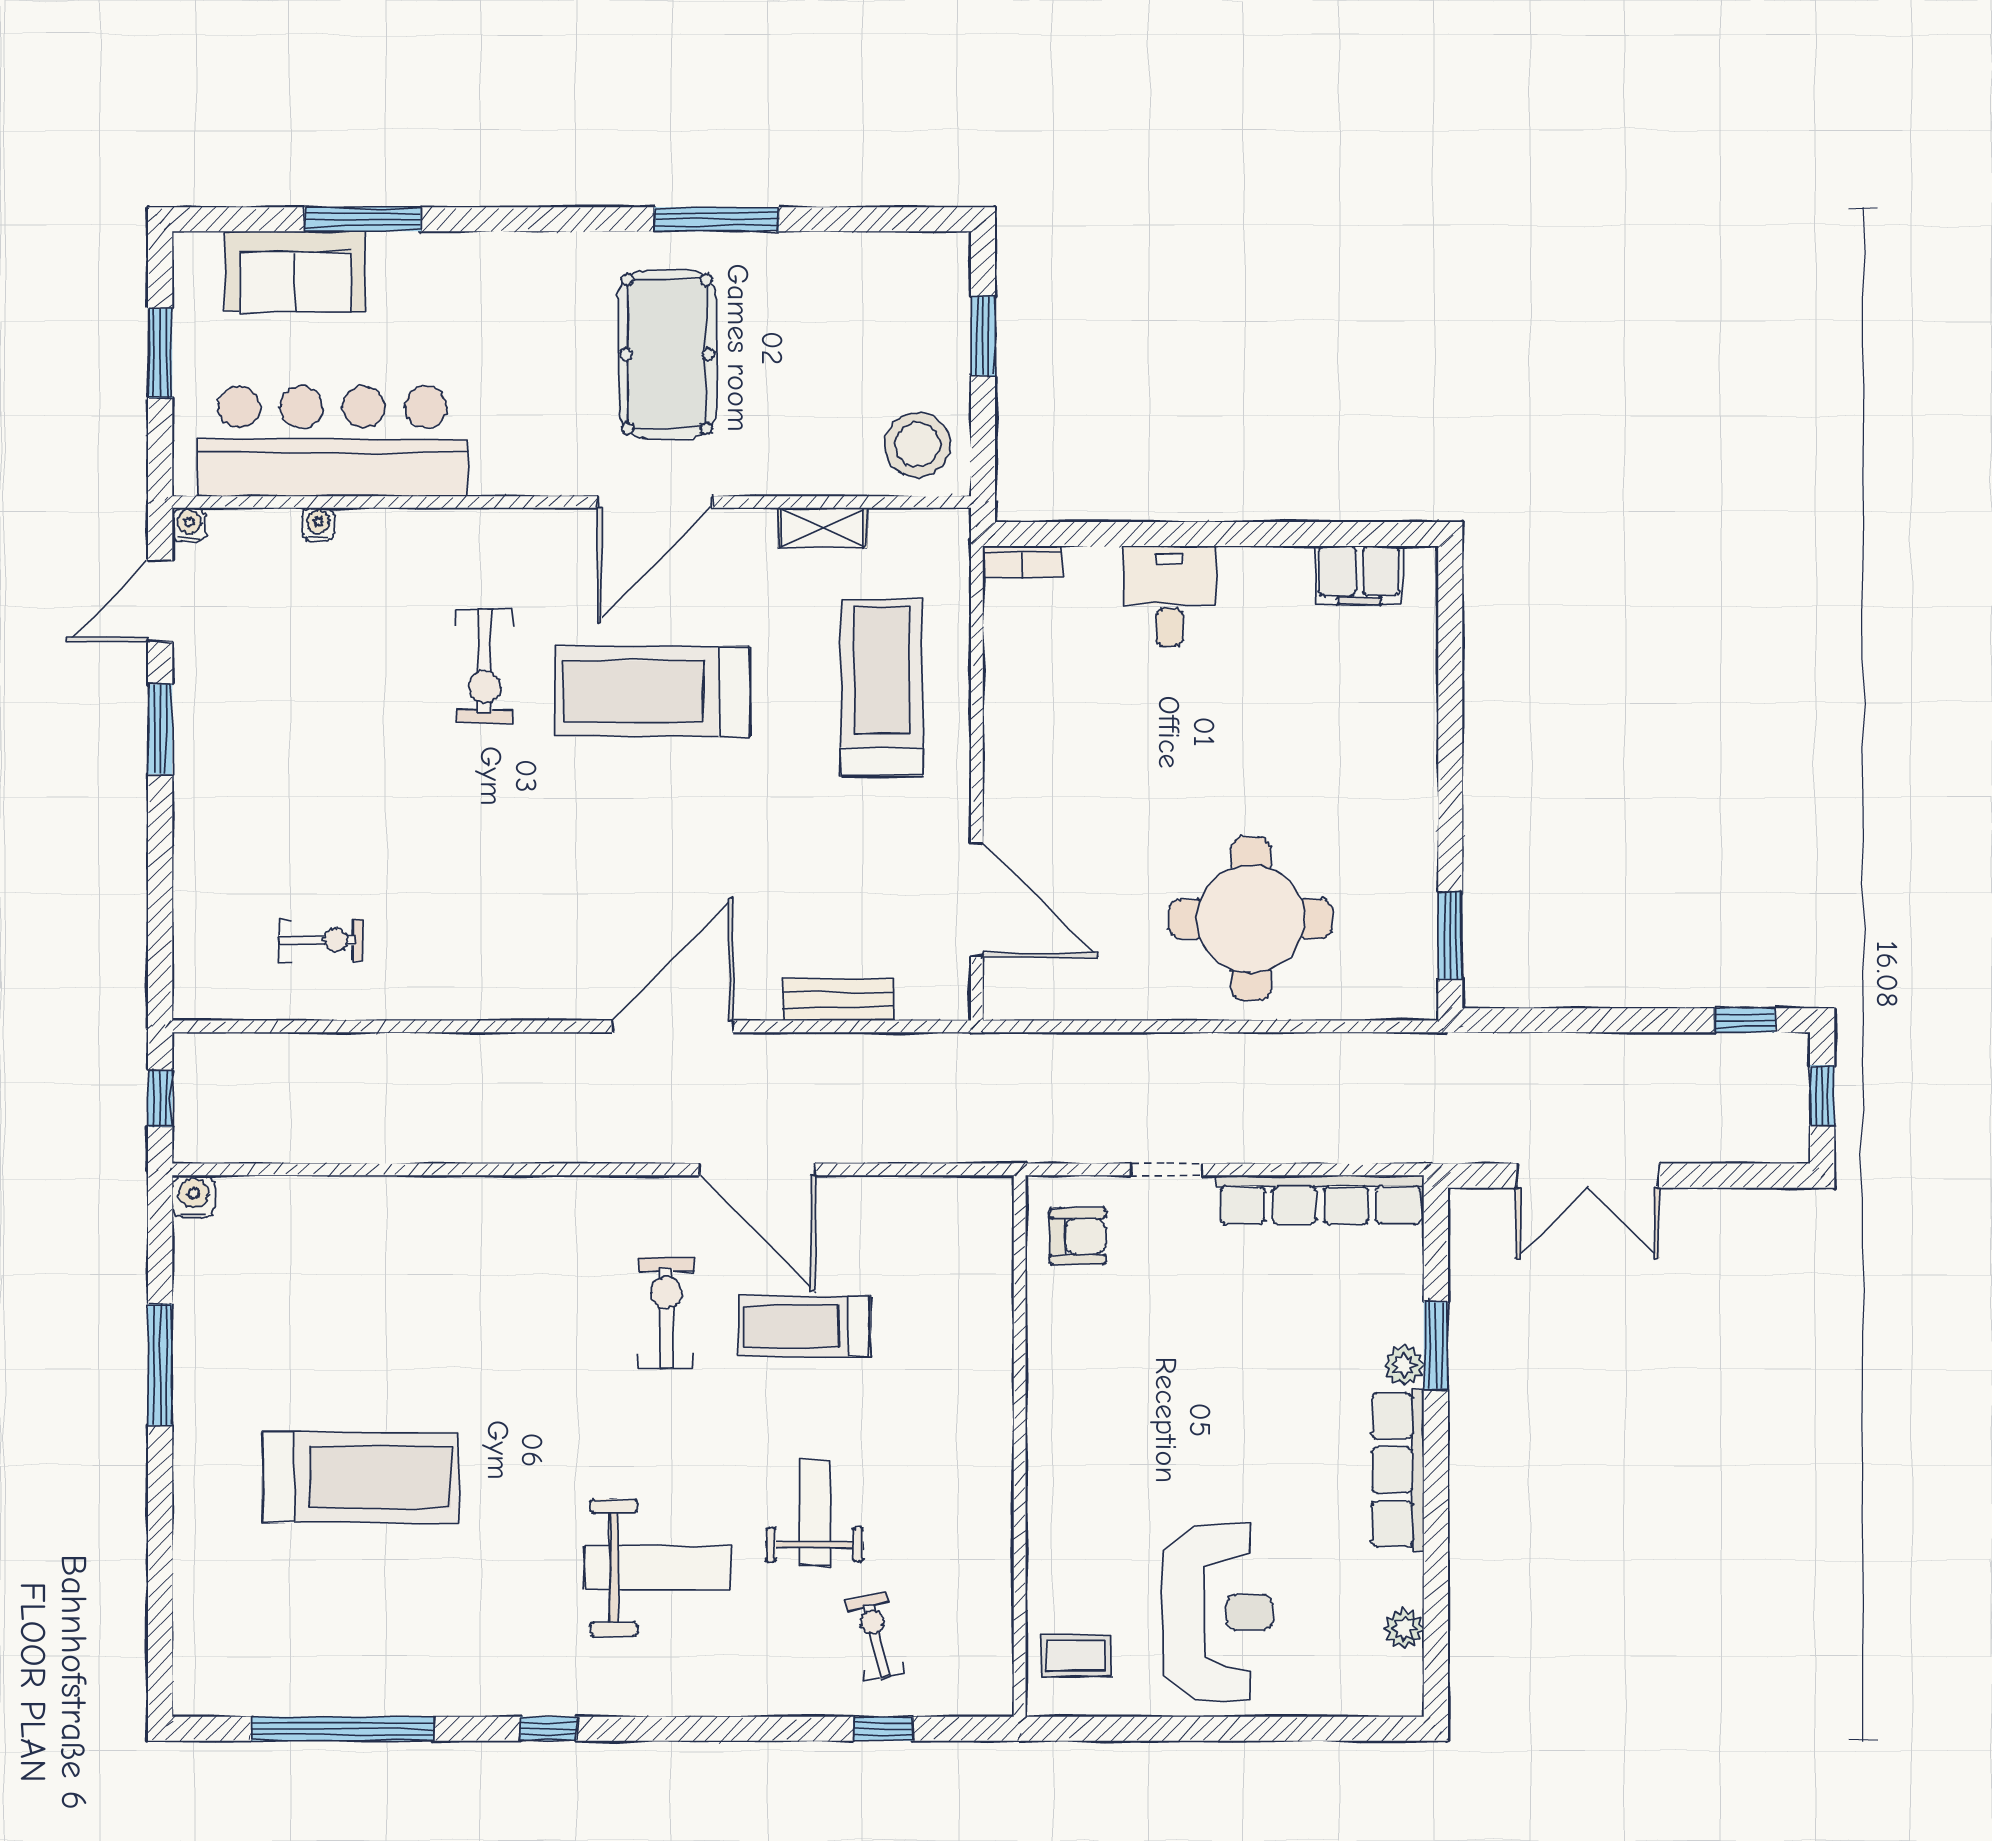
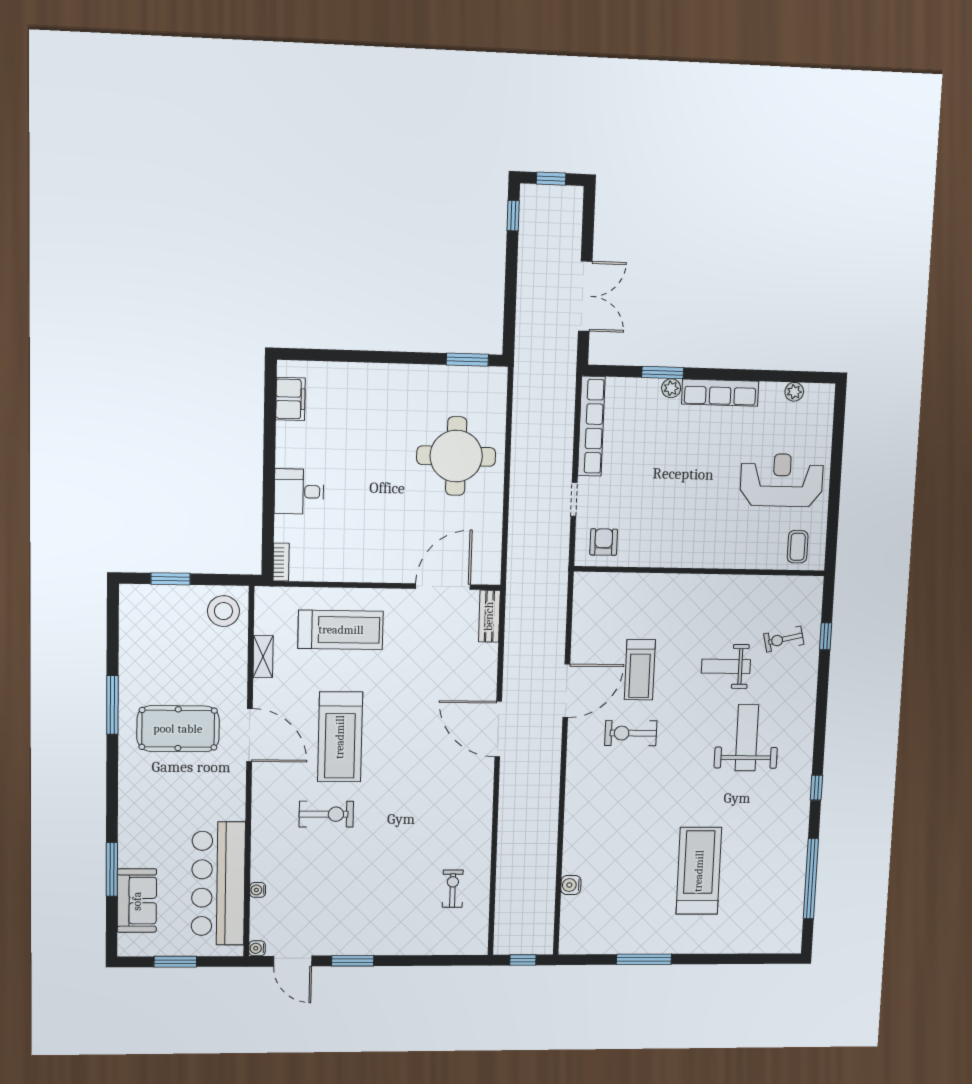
treadmill: (882, 688) -> (341, 630), turned 180
bench: (838, 999) -> (489, 616), moved
water cooler: (194, 1197) -> (571, 885), moved

